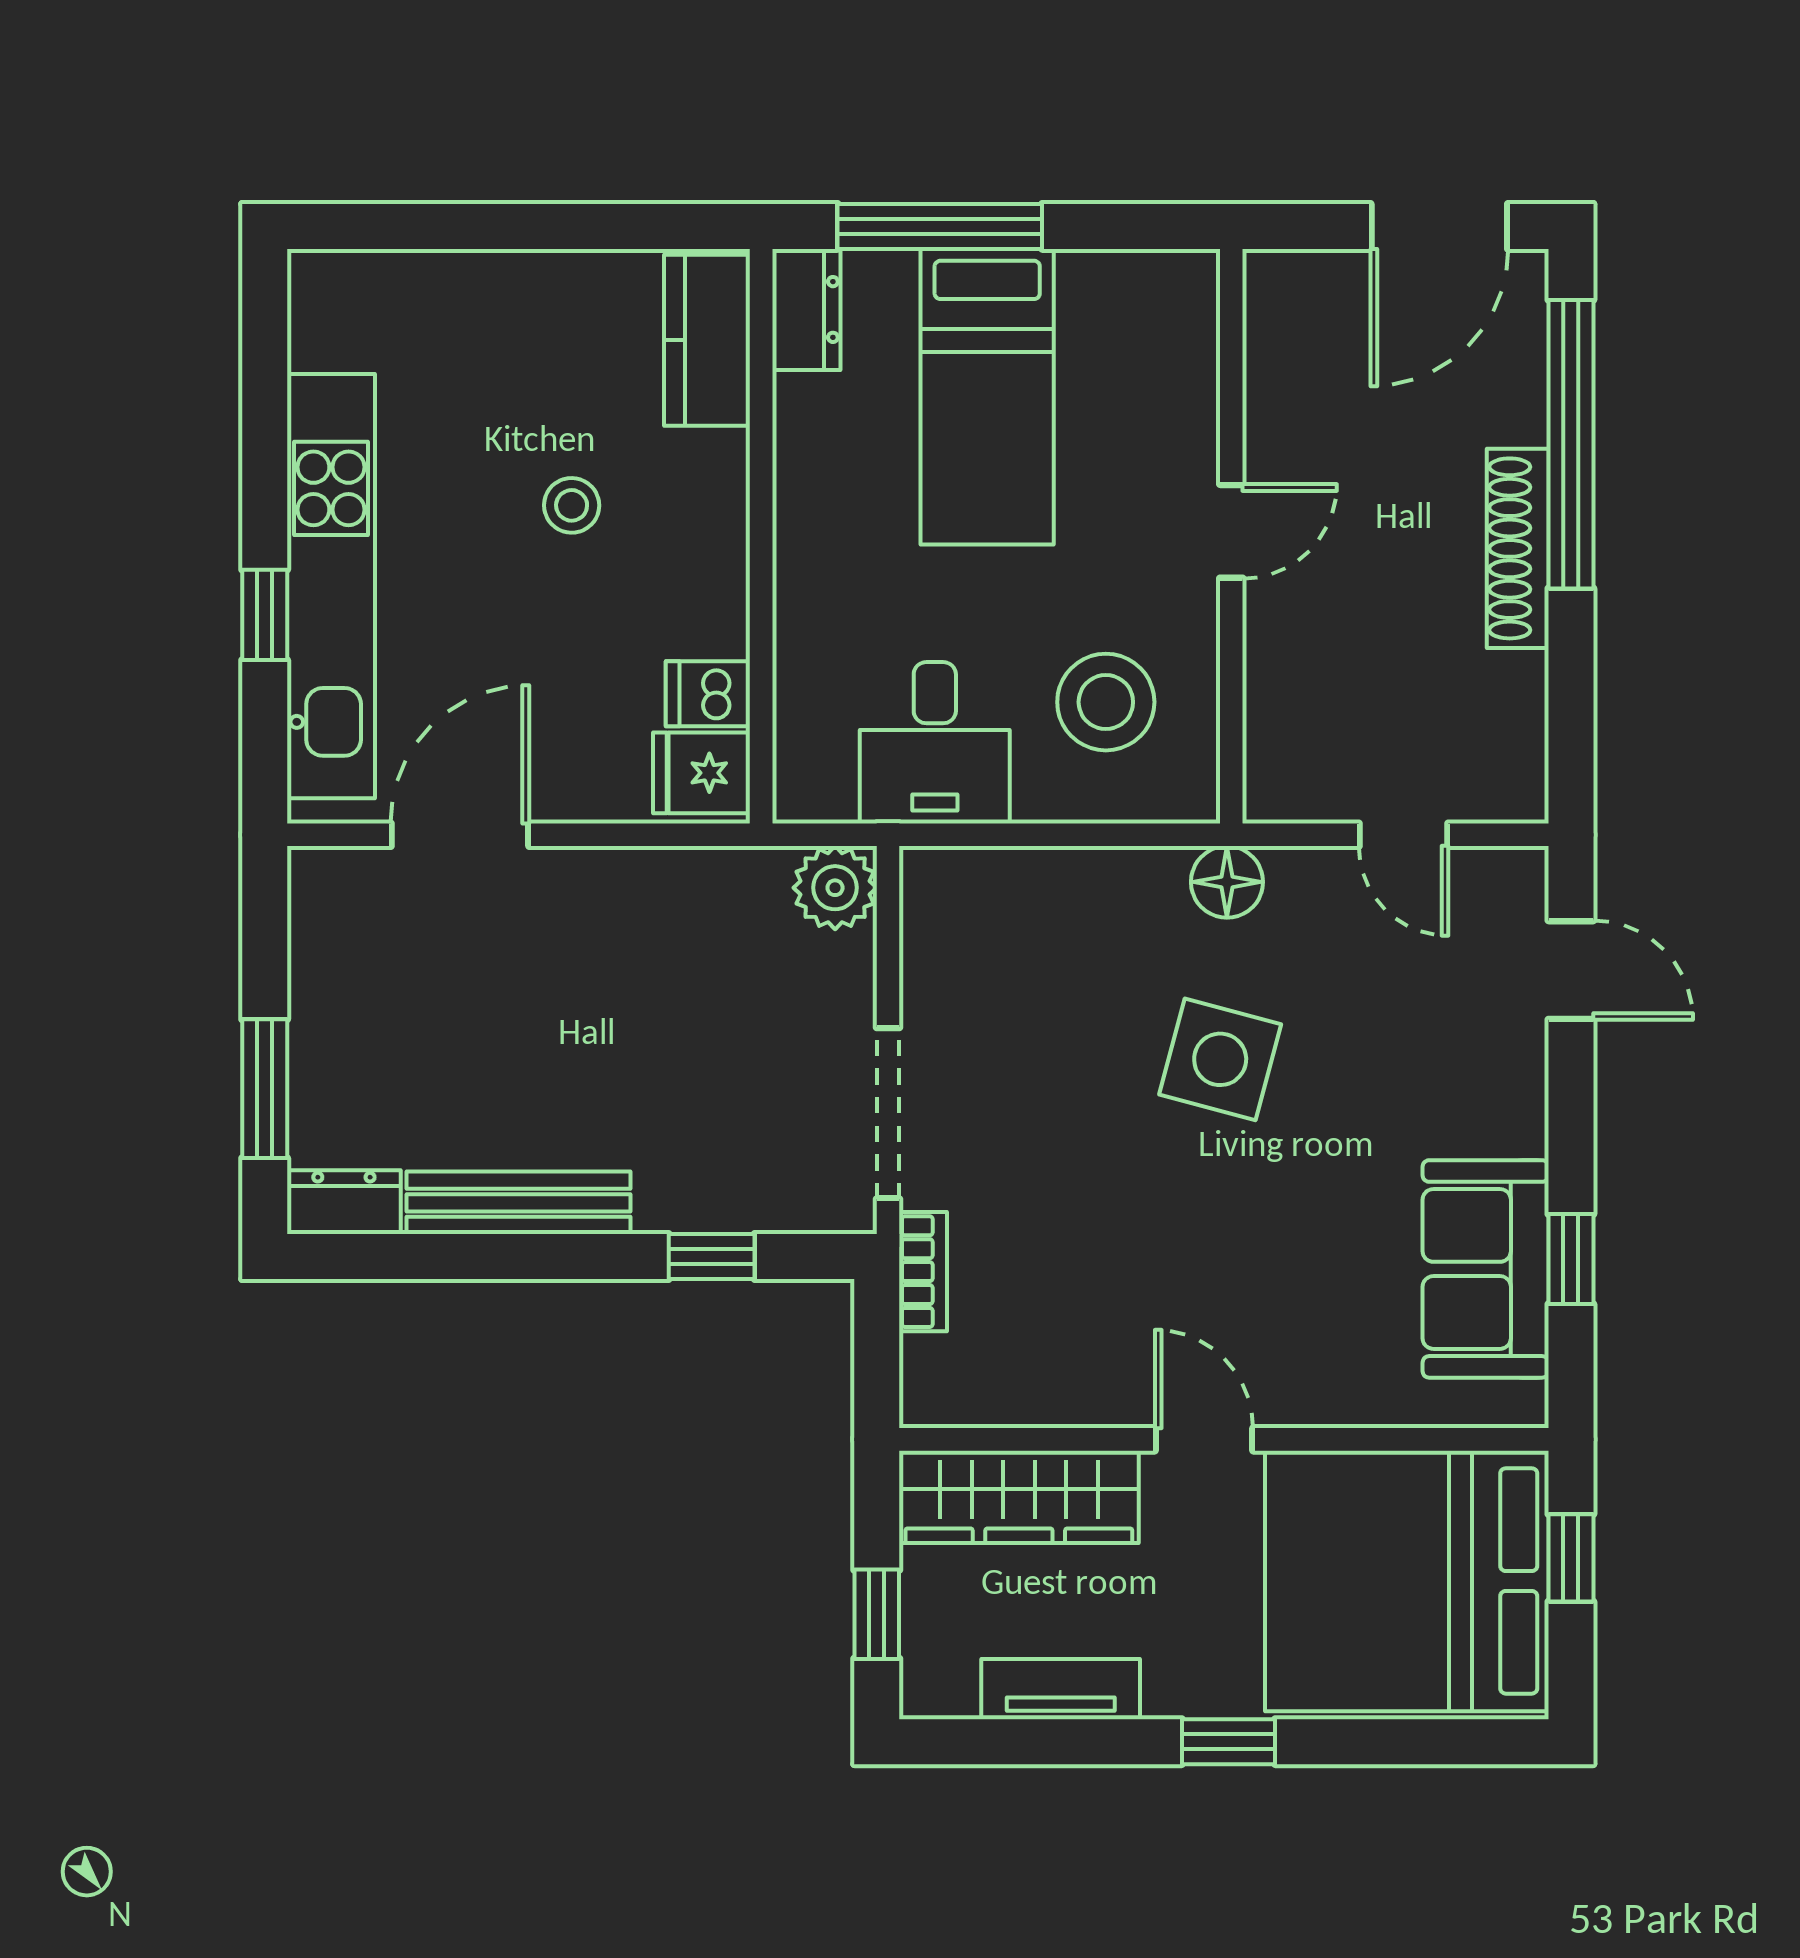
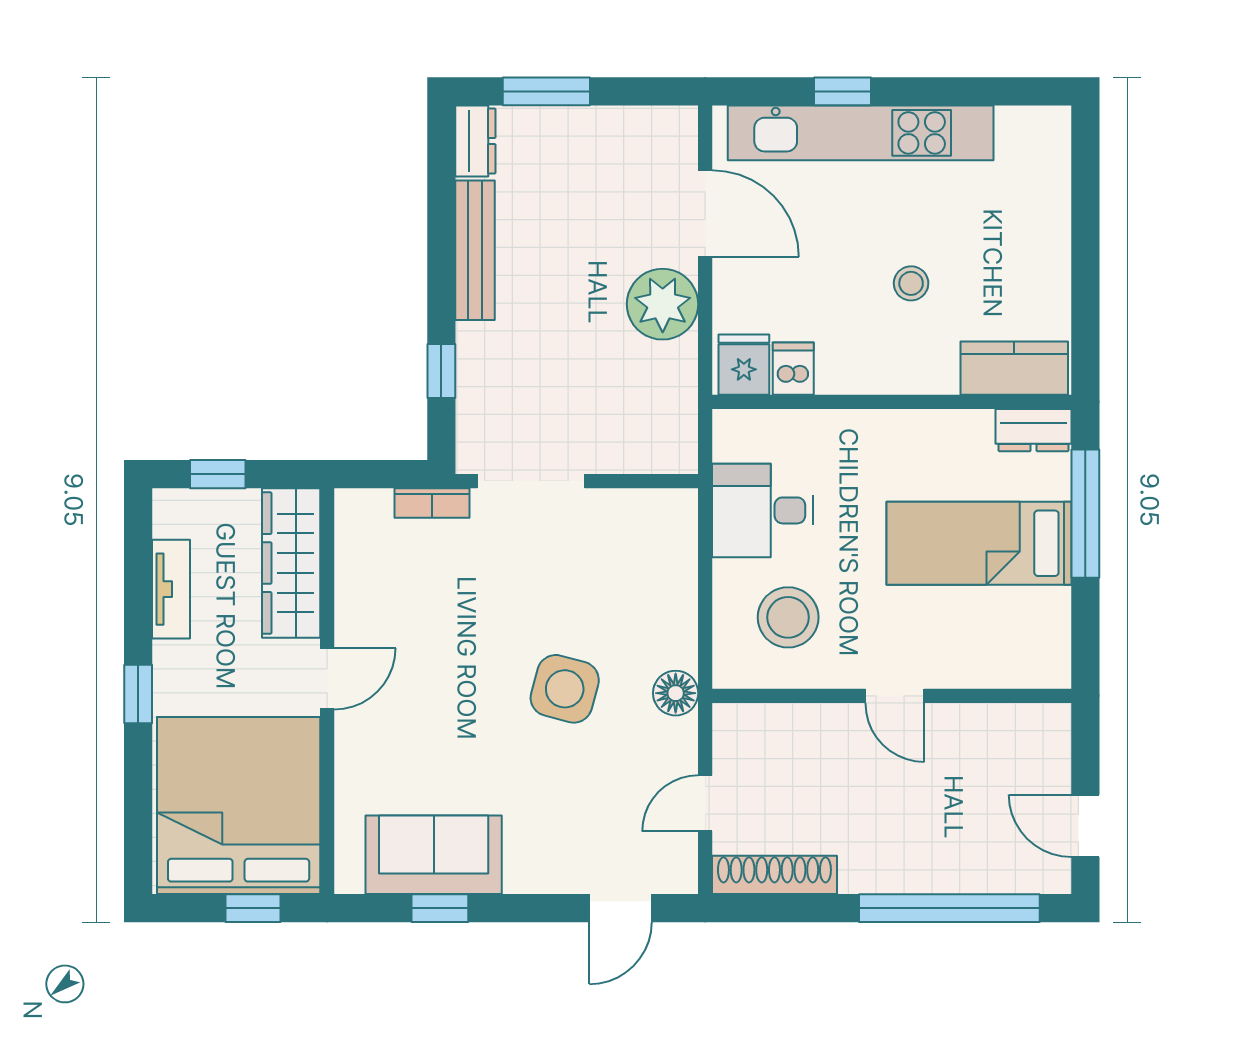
door: (1439, 226) -> (1085, 826), width x0.73
shoe rack: (1518, 548) -> (774, 875), moved
plant: (835, 888) -> (663, 304), moved, width x1.36, depth x1.36

